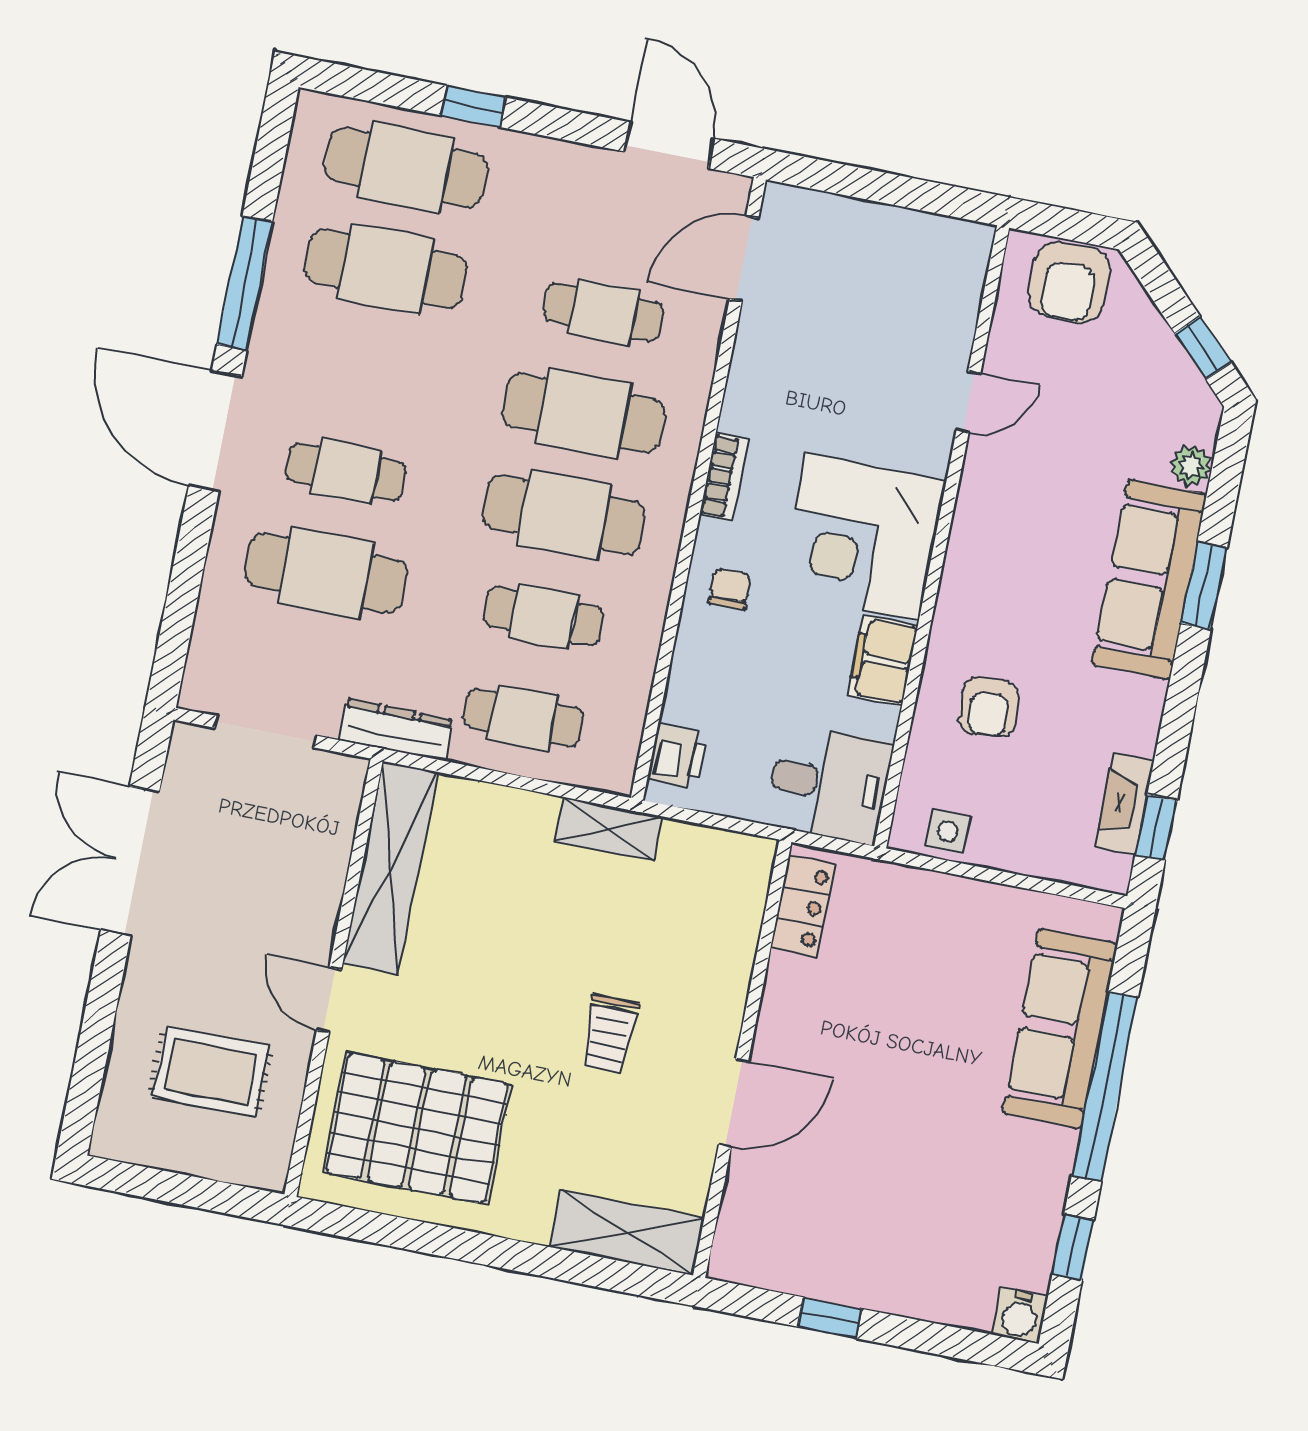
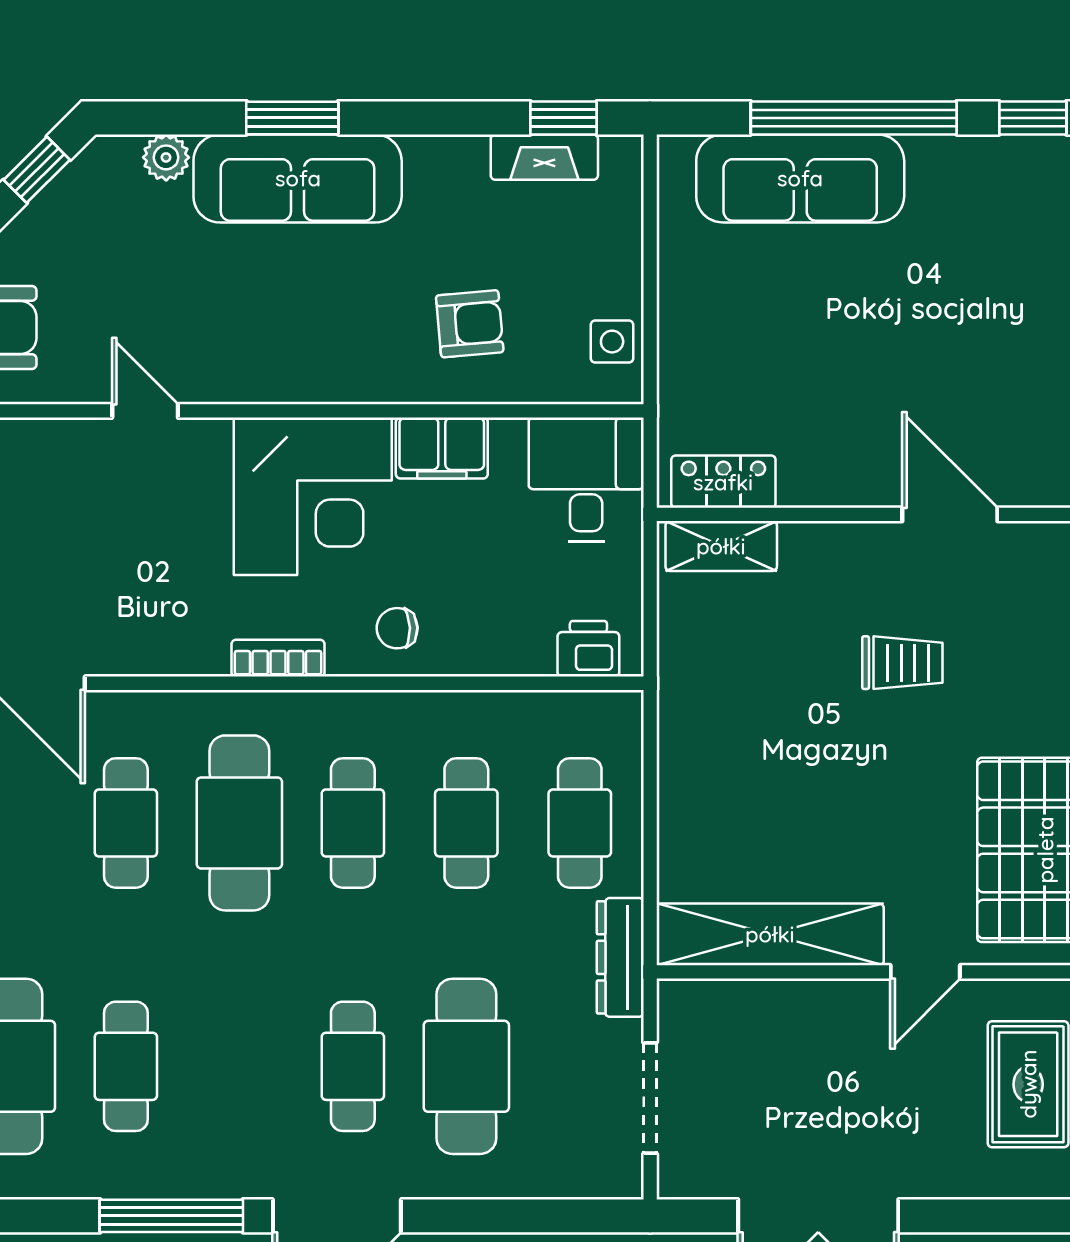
cafe table: (386, 269) -> (126, 1066), width x0.73, depth x0.74
cafe table: (563, 515) -> (353, 823), width x0.73, depth x0.74
shelving: (609, 829) -> (721, 546), moved, turned 90

